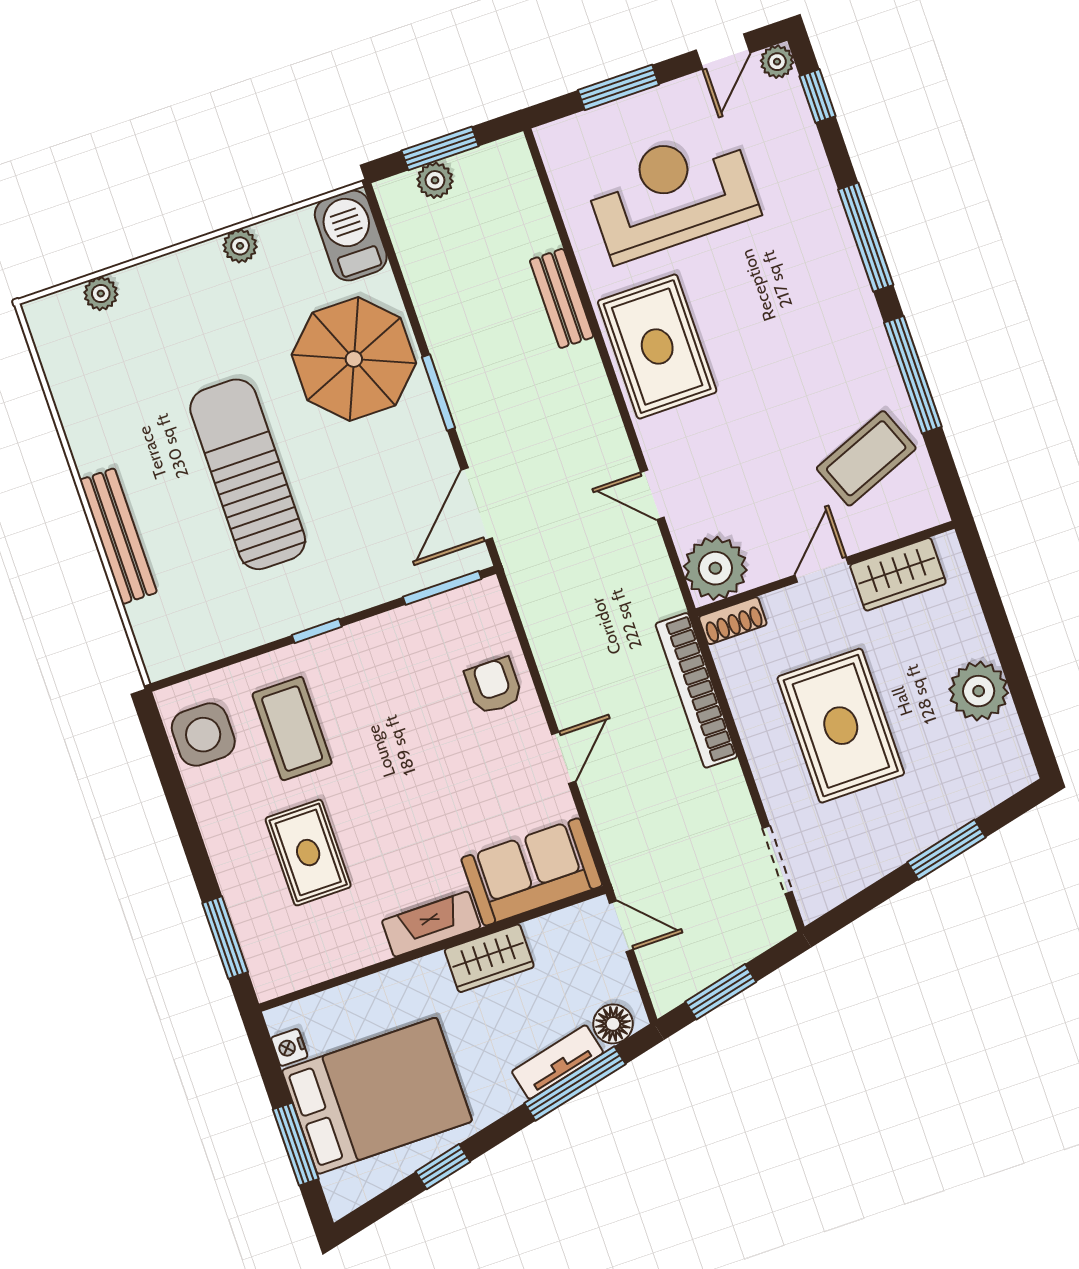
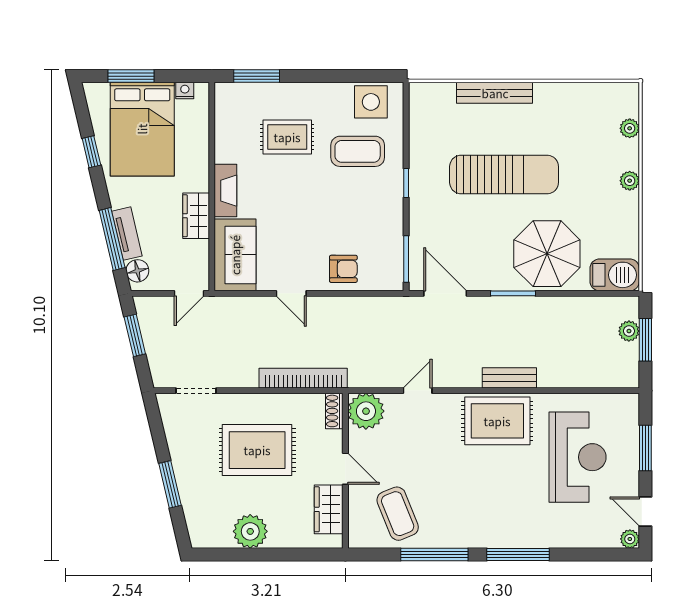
window: (817, 96) -> (604, 555), removed
plant: (240, 246) -> (630, 181), moved
bench: (562, 298) -> (509, 378), moved

